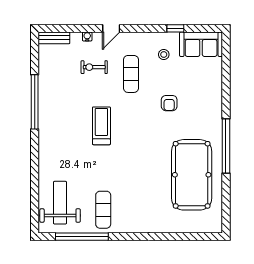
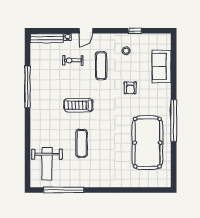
bench: (54, 38) -> (47, 38), width x1.36
sofa: (201, 44) -> (162, 66), moved, turned 90
treadmill: (101, 126) -> (78, 105), turned -90
weight bench: (60, 203) -> (47, 164), turned 180
exercise mat: (103, 210) -> (82, 143), moved

